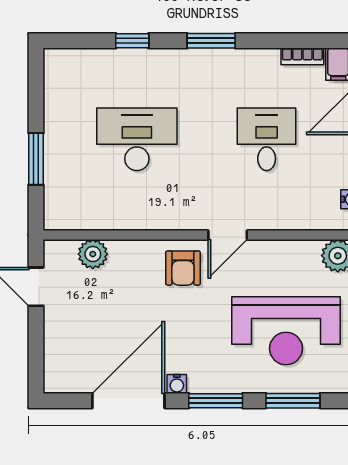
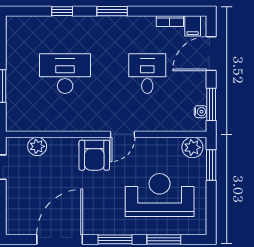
armchair: (183, 268) -> (94, 155), width x1.38, depth x1.38
reception desk: (286, 331) -> (160, 195), turned 180
water cooler: (177, 384) -> (90, 229), removed

